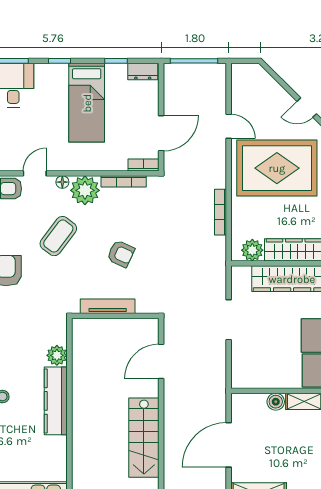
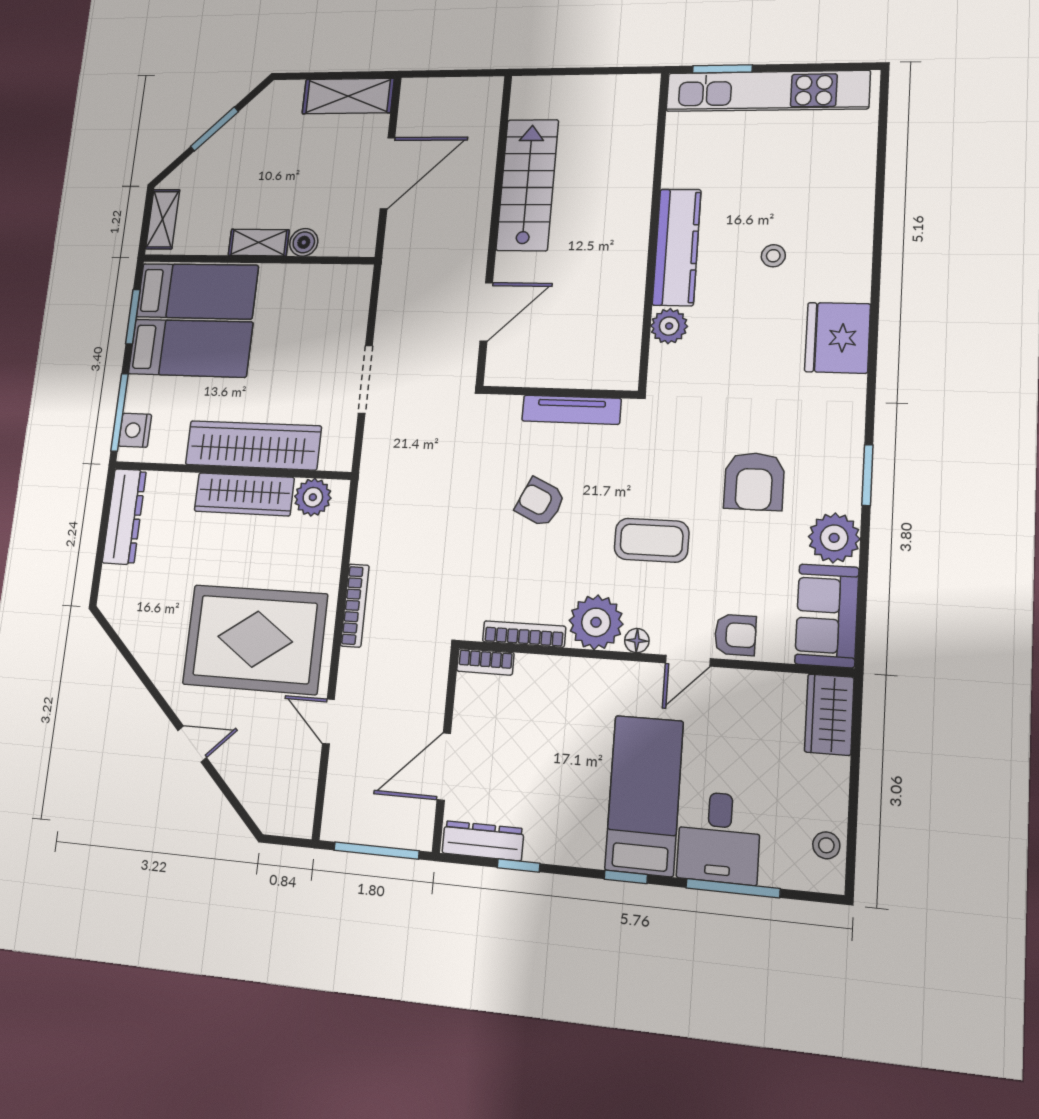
dresser: (143, 72) -> (483, 841), width x1.44
bed: (87, 103) -> (644, 795), moved
door: (161, 133) -> (444, 767), moved
bookcase: (221, 212) -> (355, 606), moved
coffee table: (58, 236) -> (652, 540), turned 53

